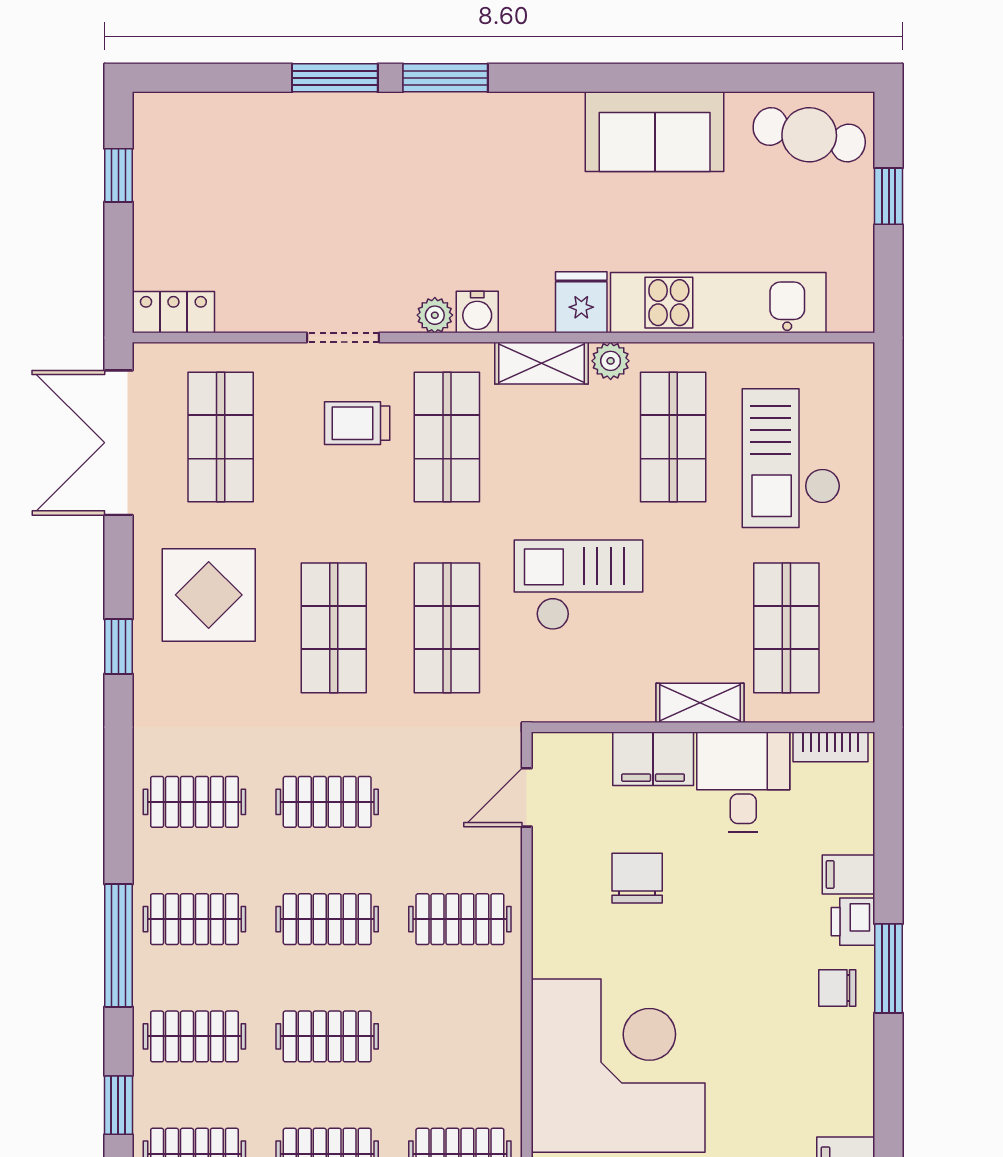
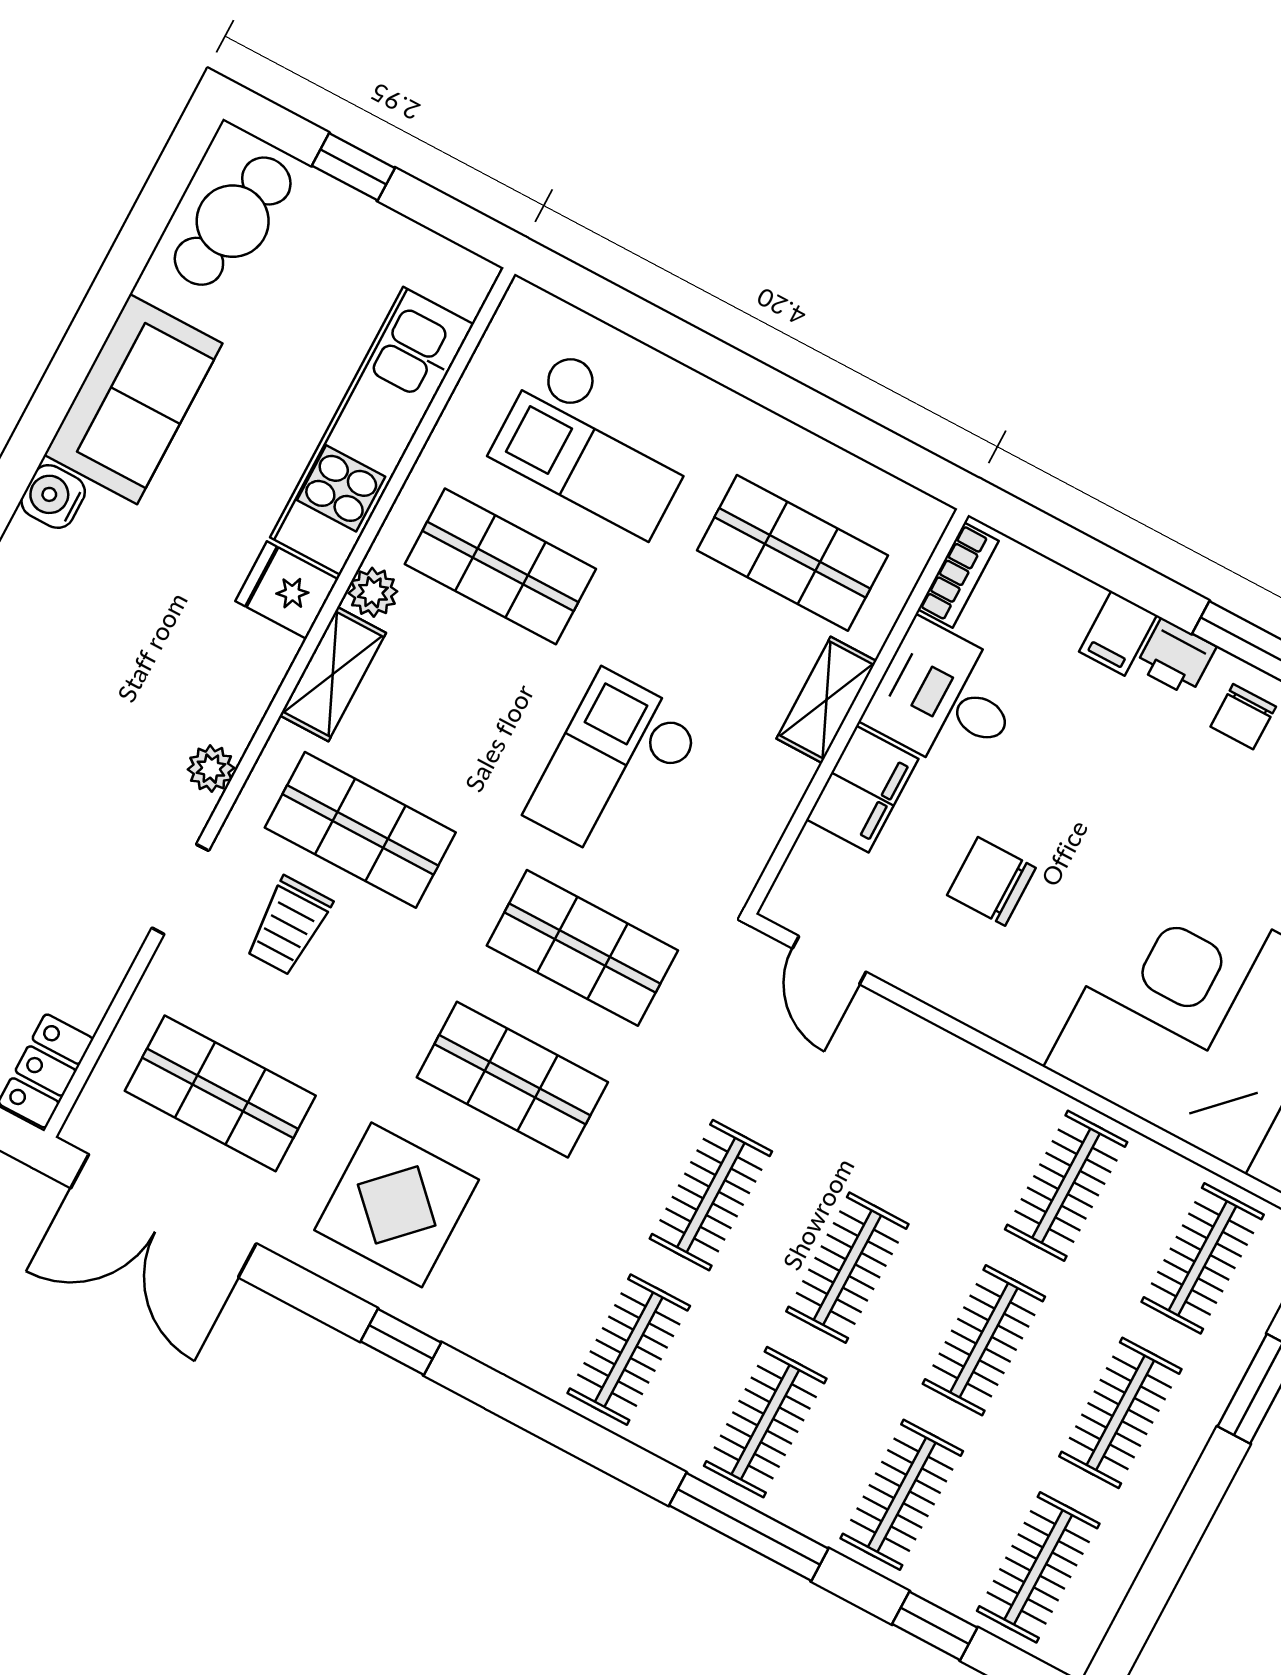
water cooler: (477, 312) -> (53, 496), moved, turned 180
clothes rail: (460, 919) -> (1066, 1186), moved

